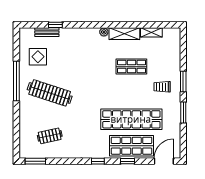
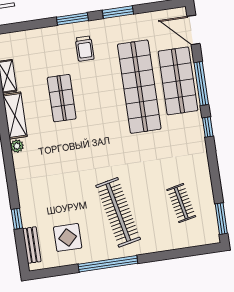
bench: (47, 32) -> (32, 245), moved
clothes rail: (50, 93) -> (118, 212), turned -30
window: (127, 161) -> (201, 83), width x2.17

